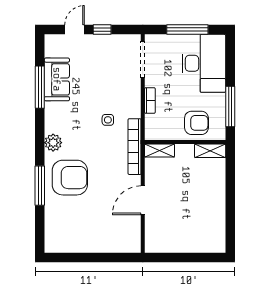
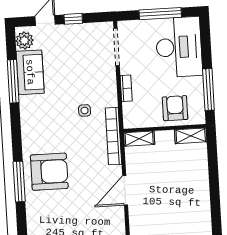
armchair: (196, 123) -> (175, 108), turned -90
plant: (53, 143) -> (24, 41), moved

